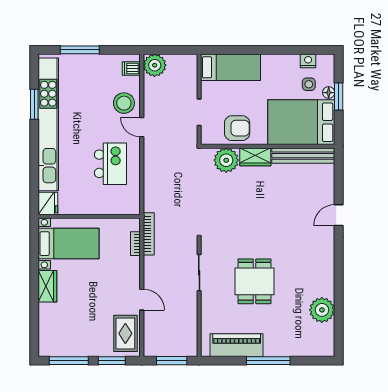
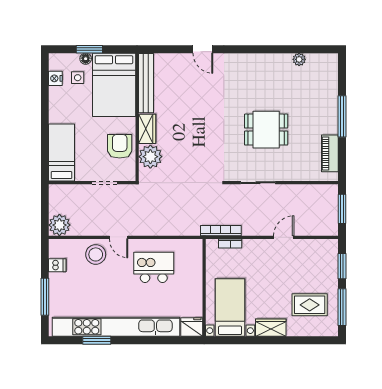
dishwasher: (131, 69) -> (57, 265), moved, turned -90
door: (142, 127) -> (119, 237), hinge flipped
plant: (322, 310) -> (299, 59), width x0.53, depth x0.53
rug: (125, 333) -> (310, 305), moved
piano: (237, 345) -> (330, 153), width x0.73, depth x0.75

